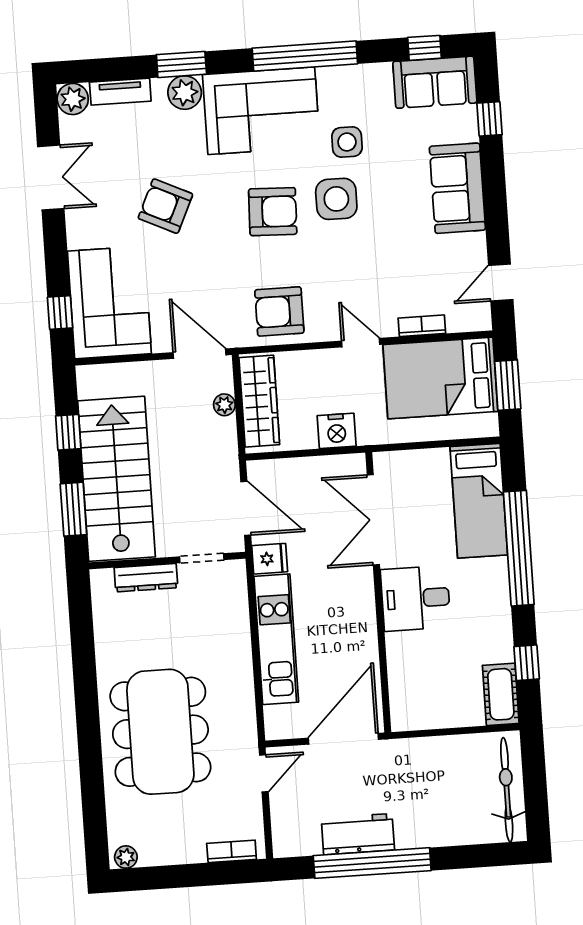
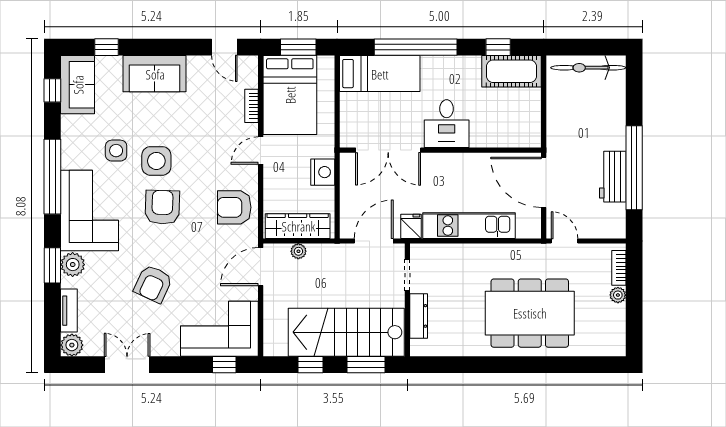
armchair: (279, 311) -> (234, 207), turned 90
cot: (501, 694) -> (512, 71), width x1.37, depth x1.34
plant: (126, 857) -> (618, 295), moved

